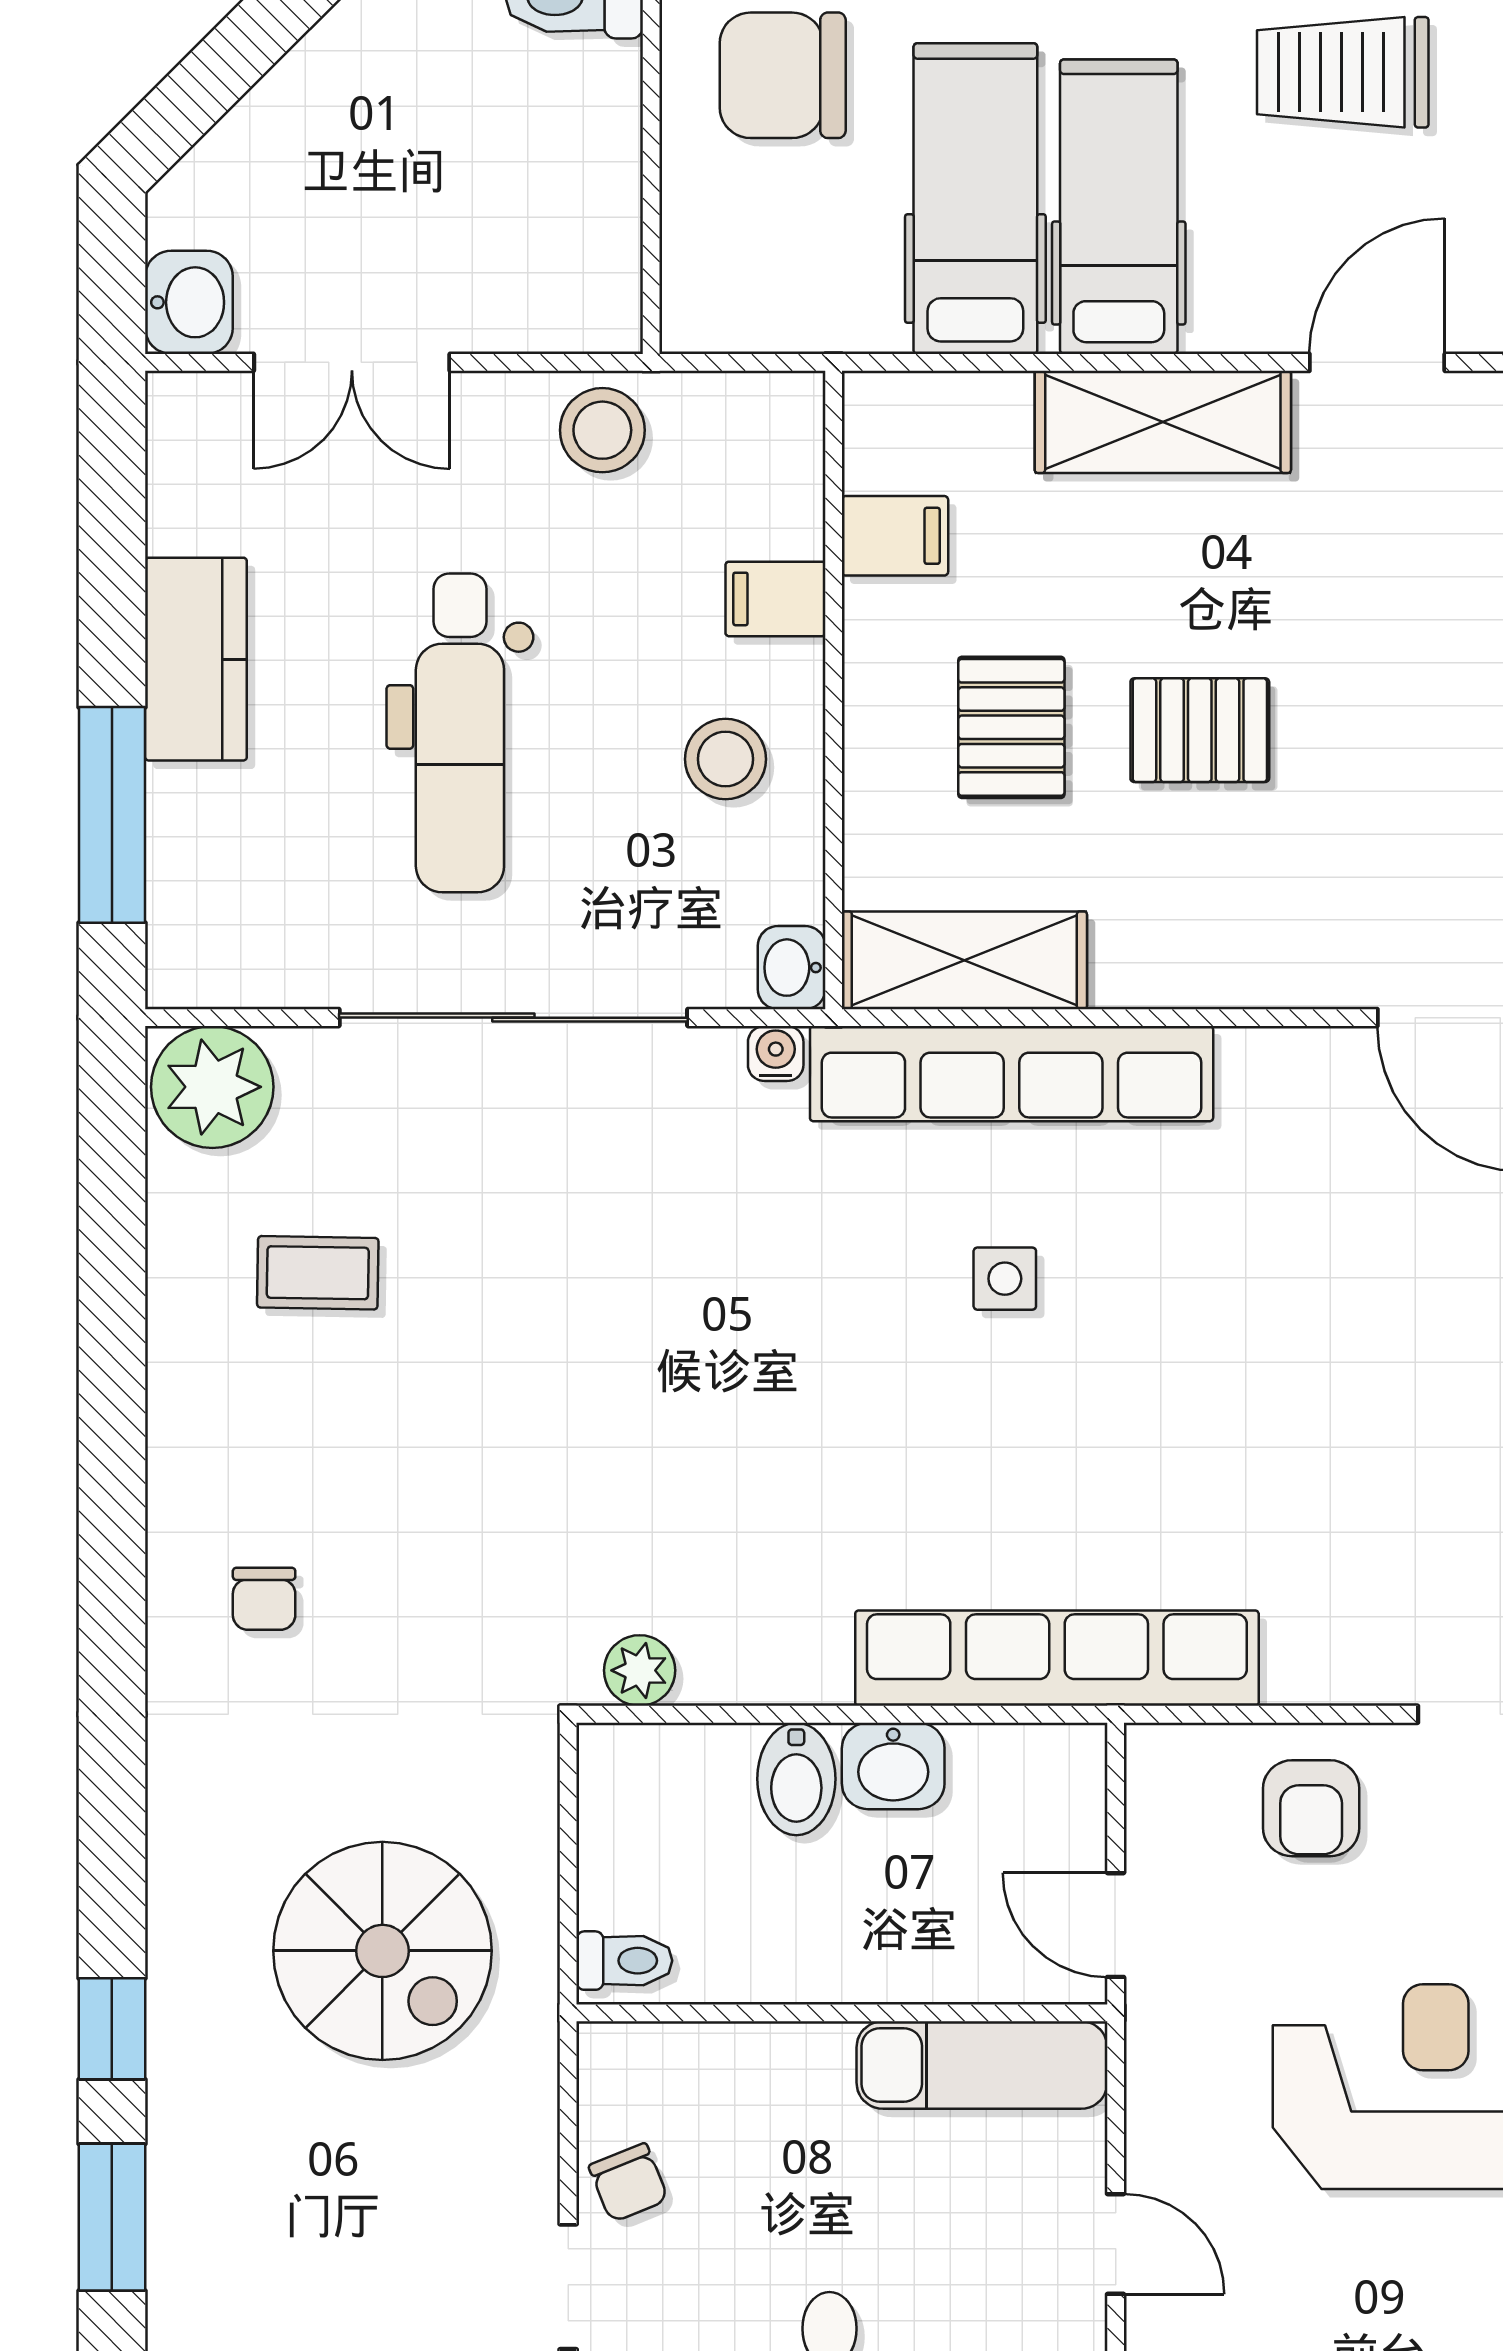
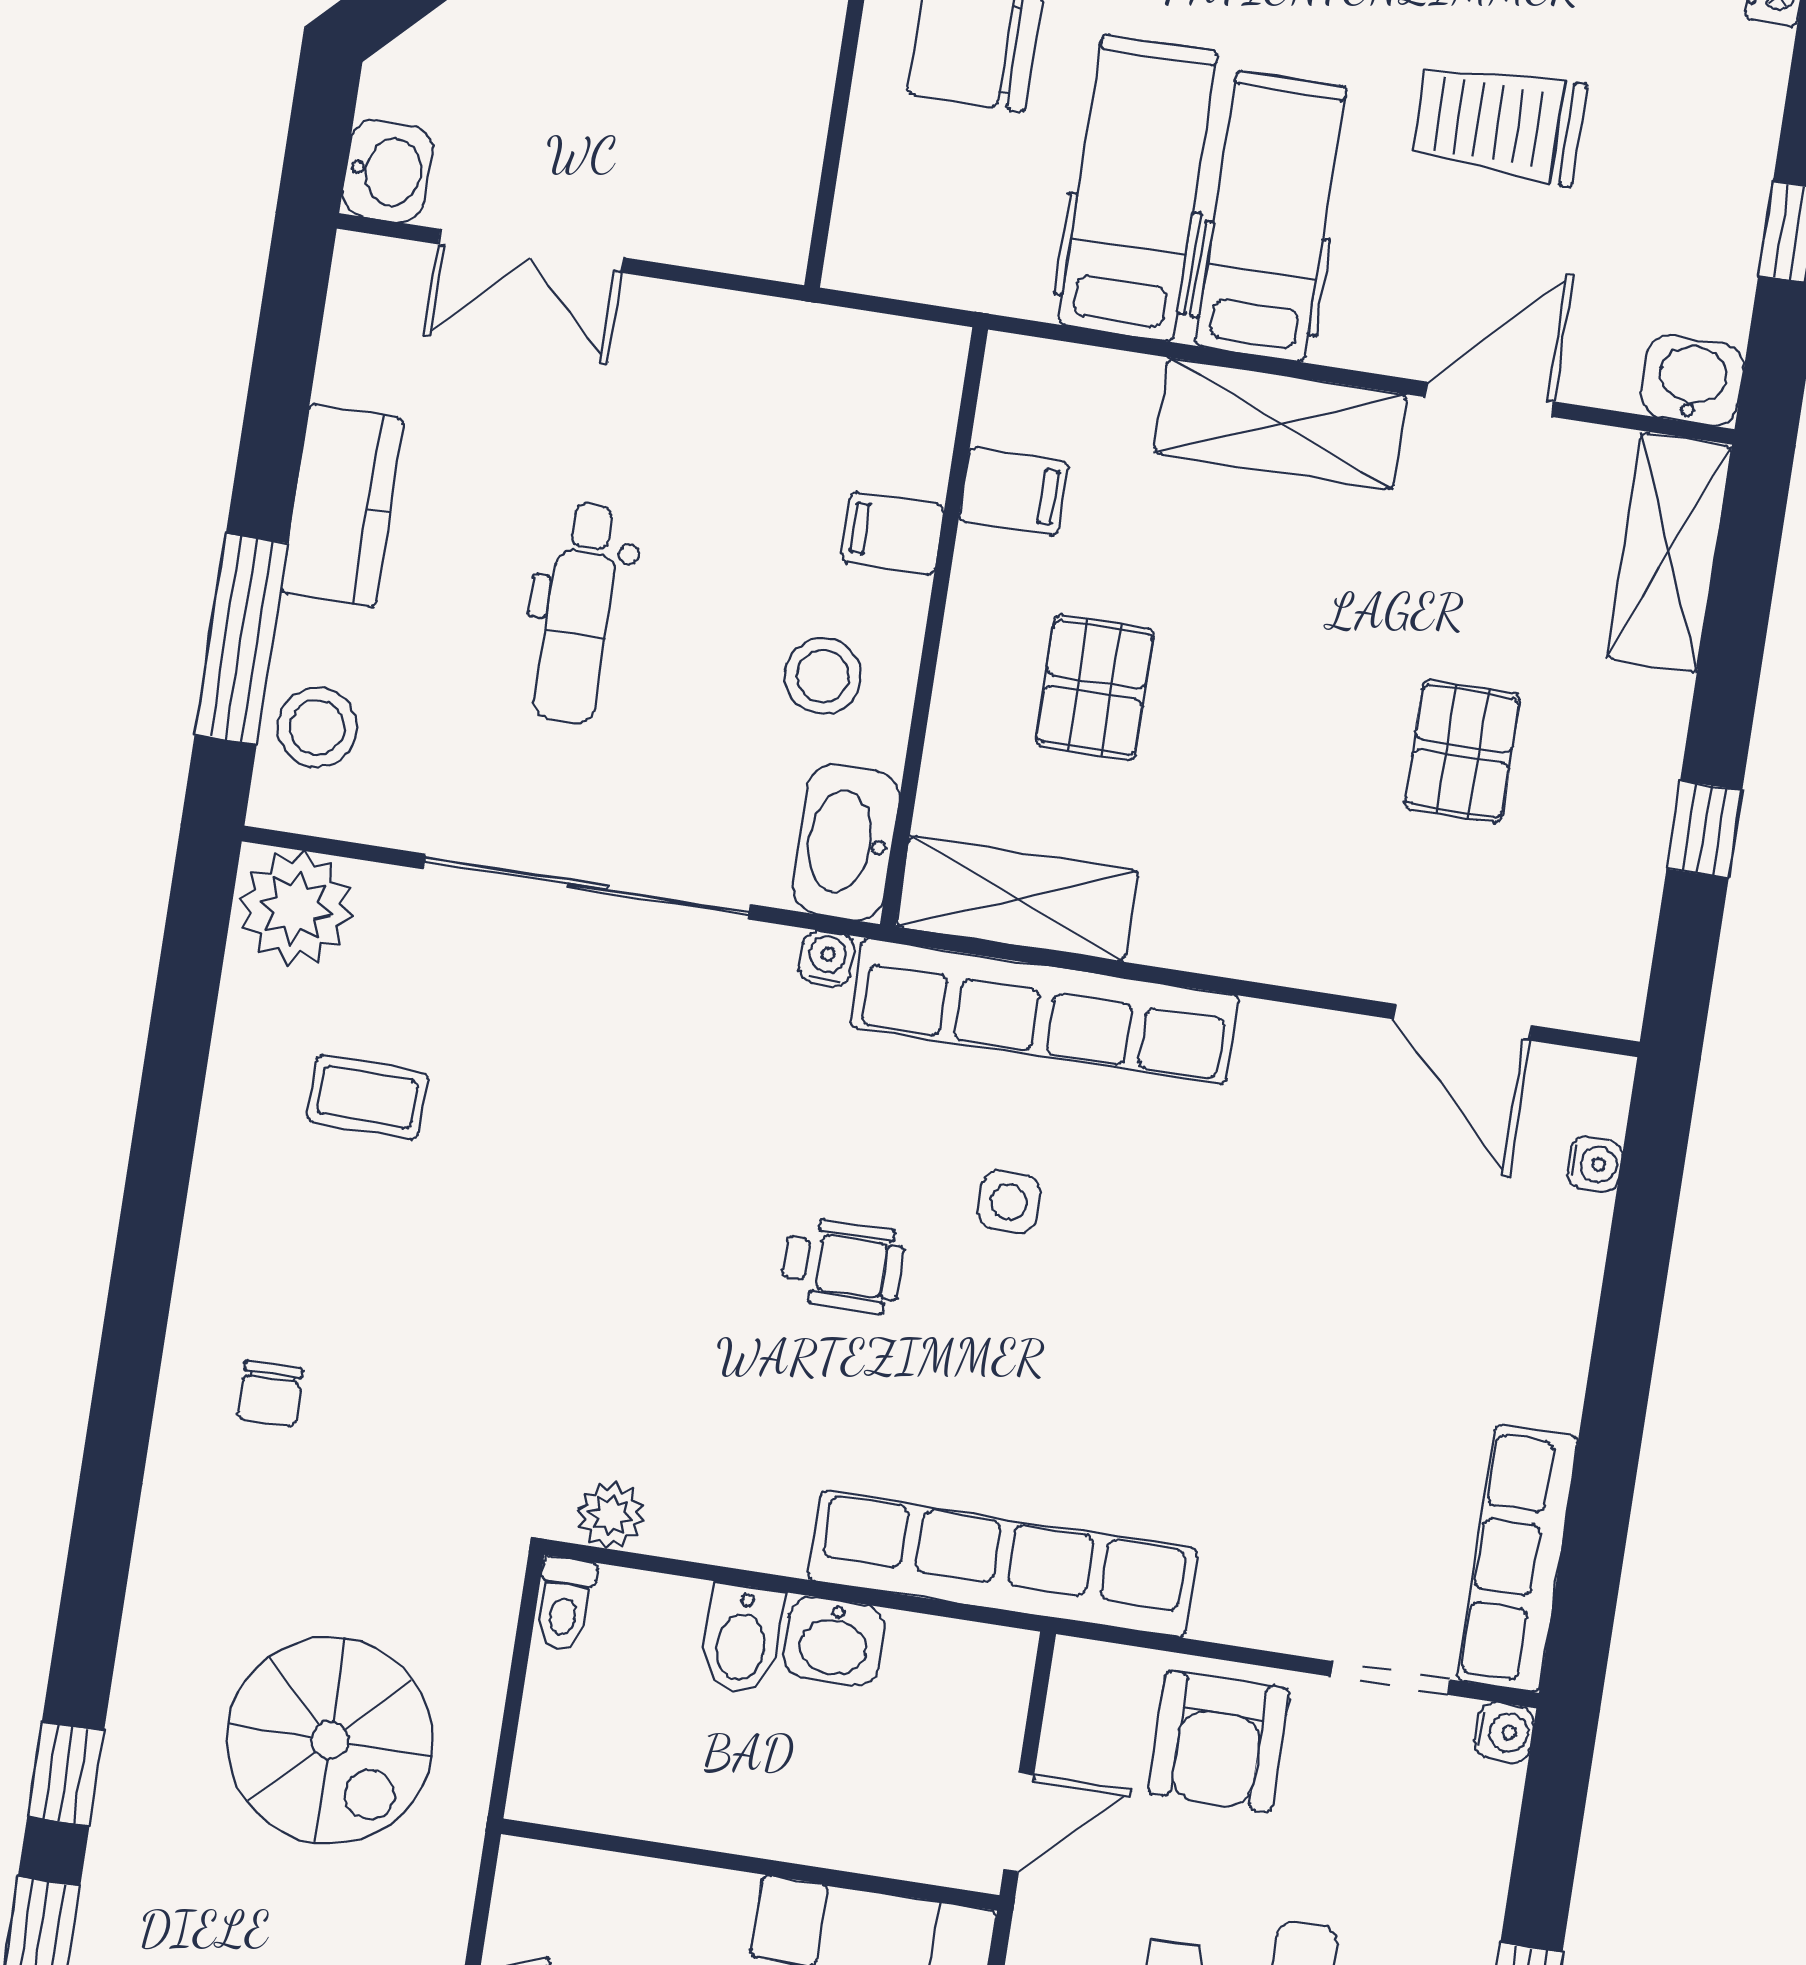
stool: (602, 430) -> (317, 728), moved
pallet: (1200, 730) -> (1462, 751), moved, turned 90
dental chair: (460, 733) -> (578, 613), width x0.73, depth x0.72
washbasin: (792, 968) -> (846, 842), width x1.91, depth x1.45
wheelchair: (841, 1371) -> (842, 1265), added
armchair: (1311, 1808) -> (1218, 1741), width x1.38, depth x1.38
door: (1116, 1925) -> (1019, 1822), swing flipped
toilet: (624, 1961) -> (565, 1604), moved, turned 90

